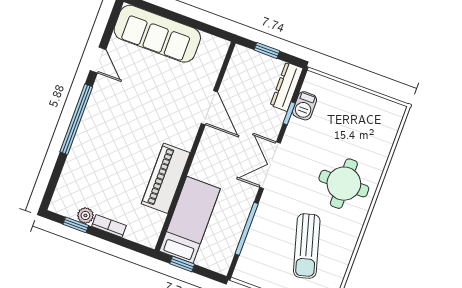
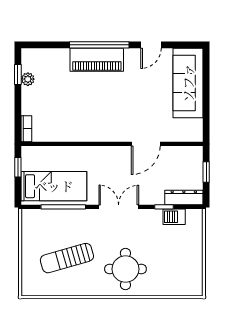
piano: (166, 178) -> (97, 60), moved, turned 180
bed: (190, 220) -> (54, 186), moved
bookcase: (109, 226) -> (26, 129), moved

